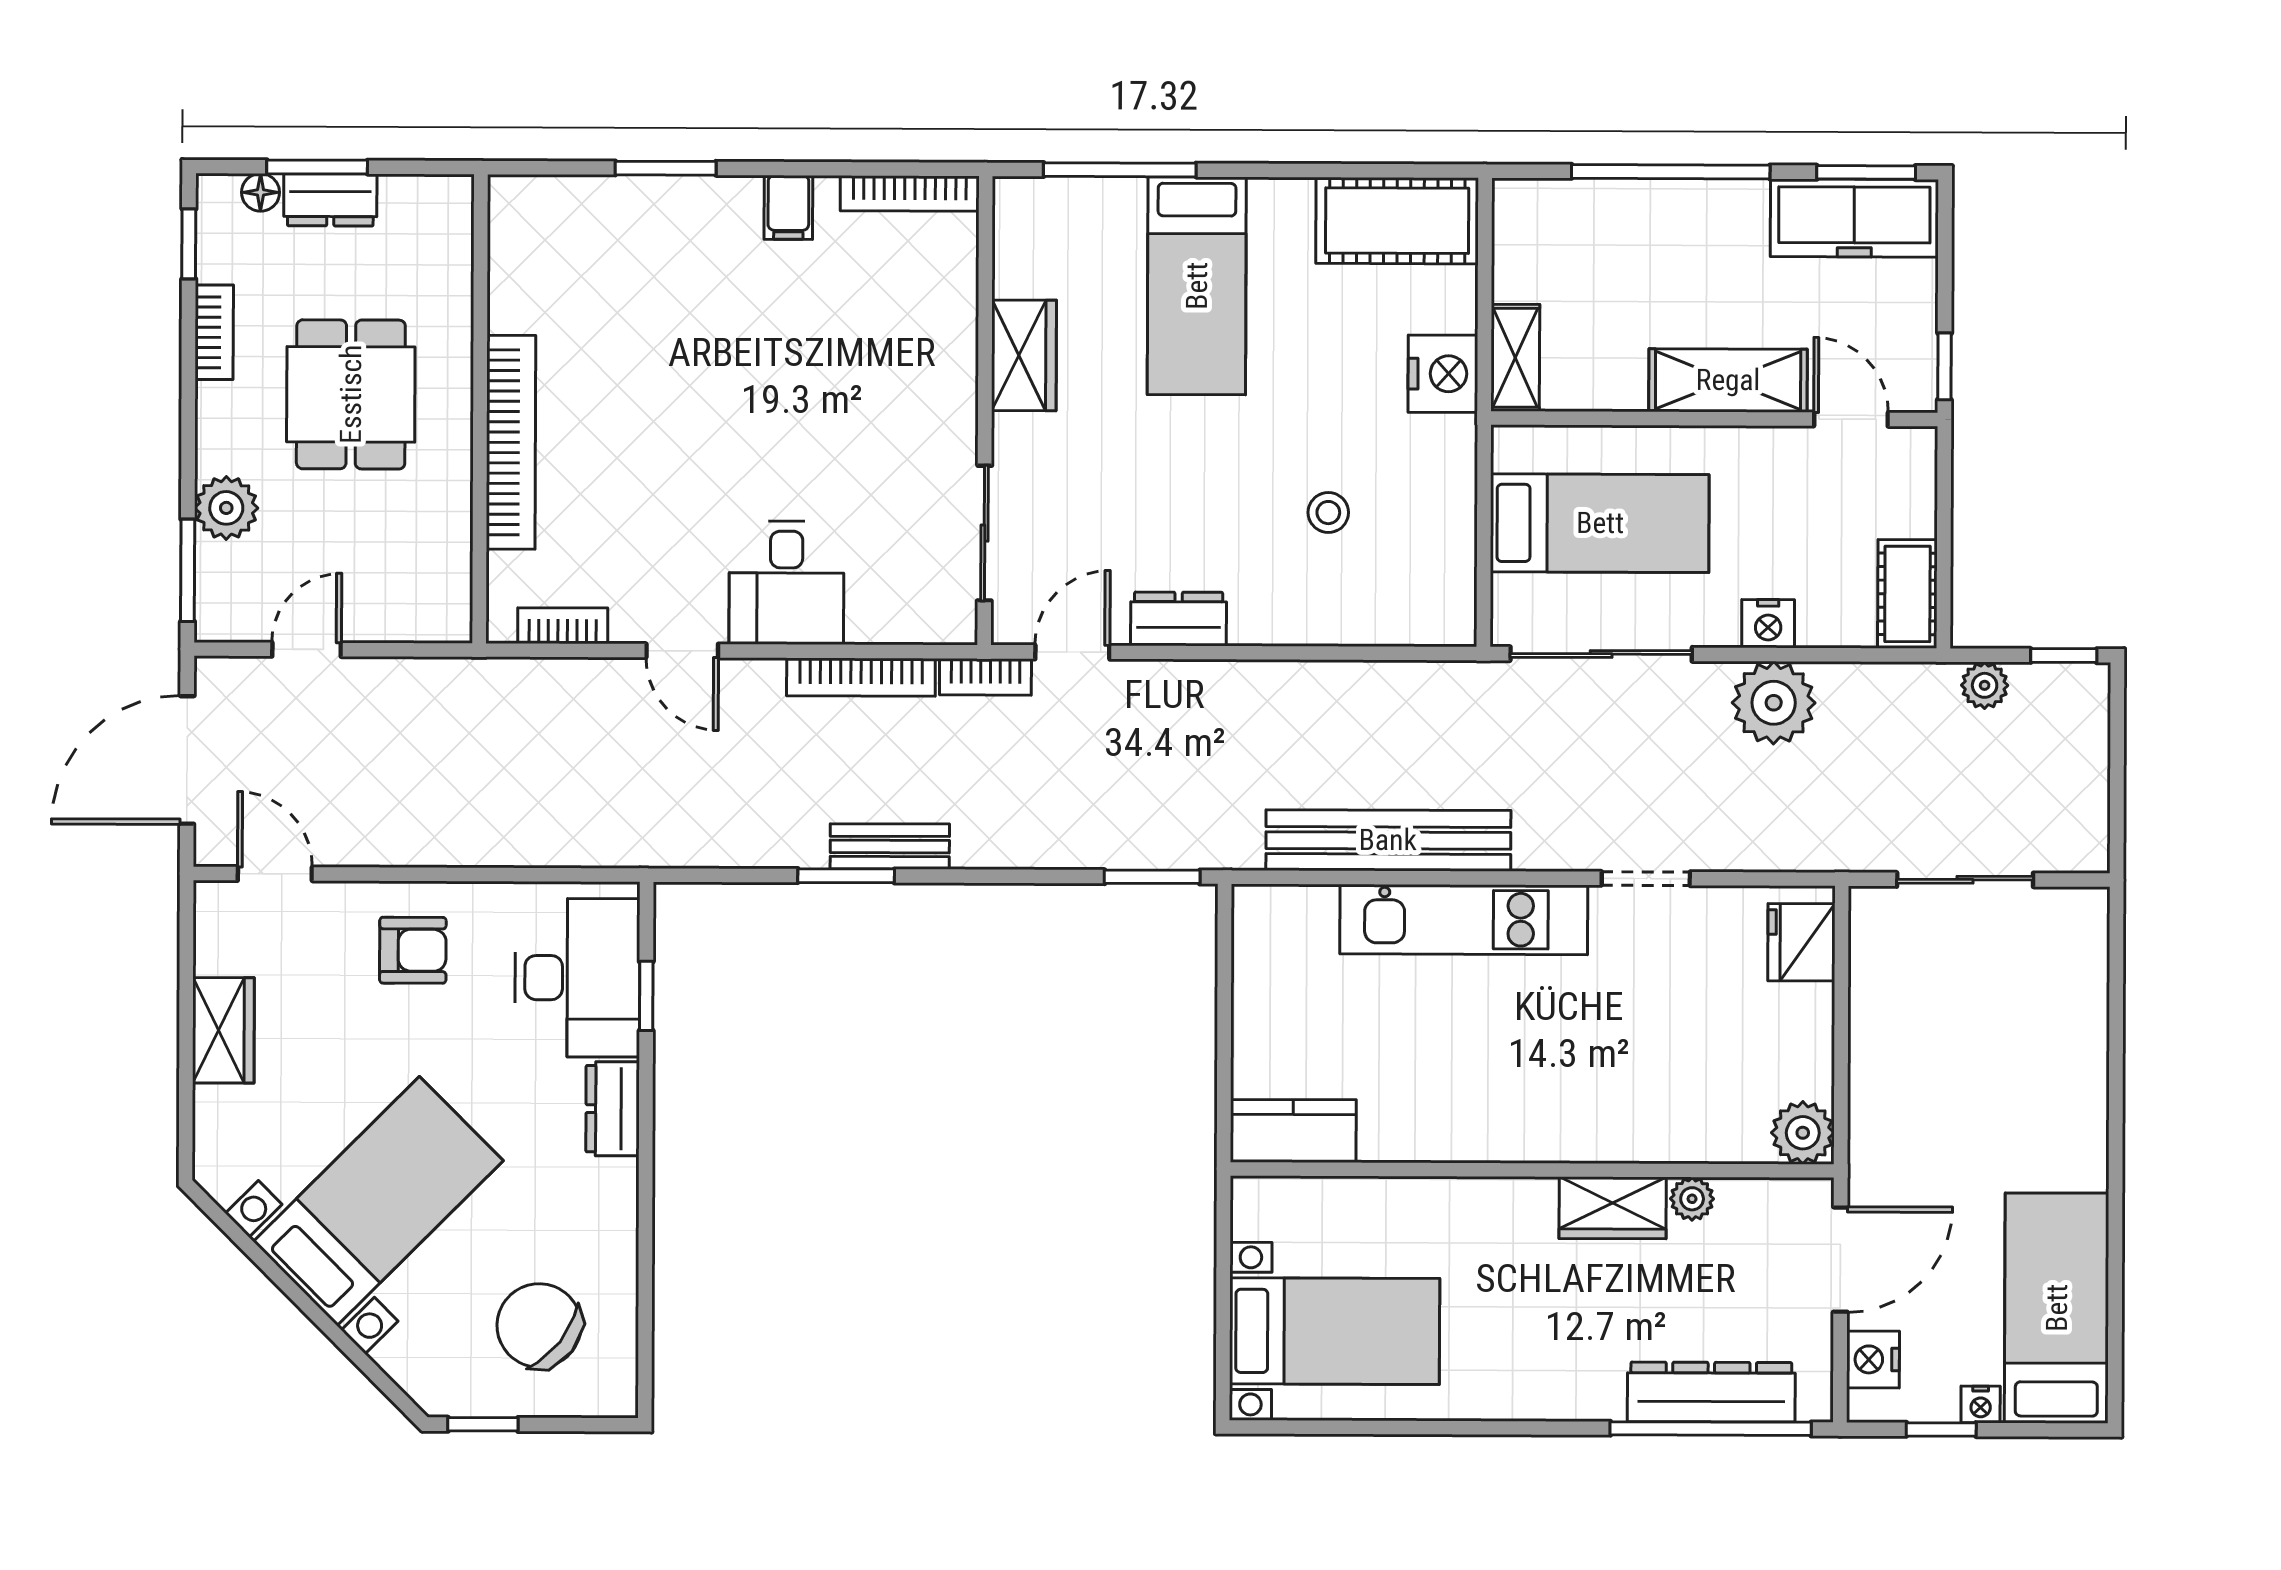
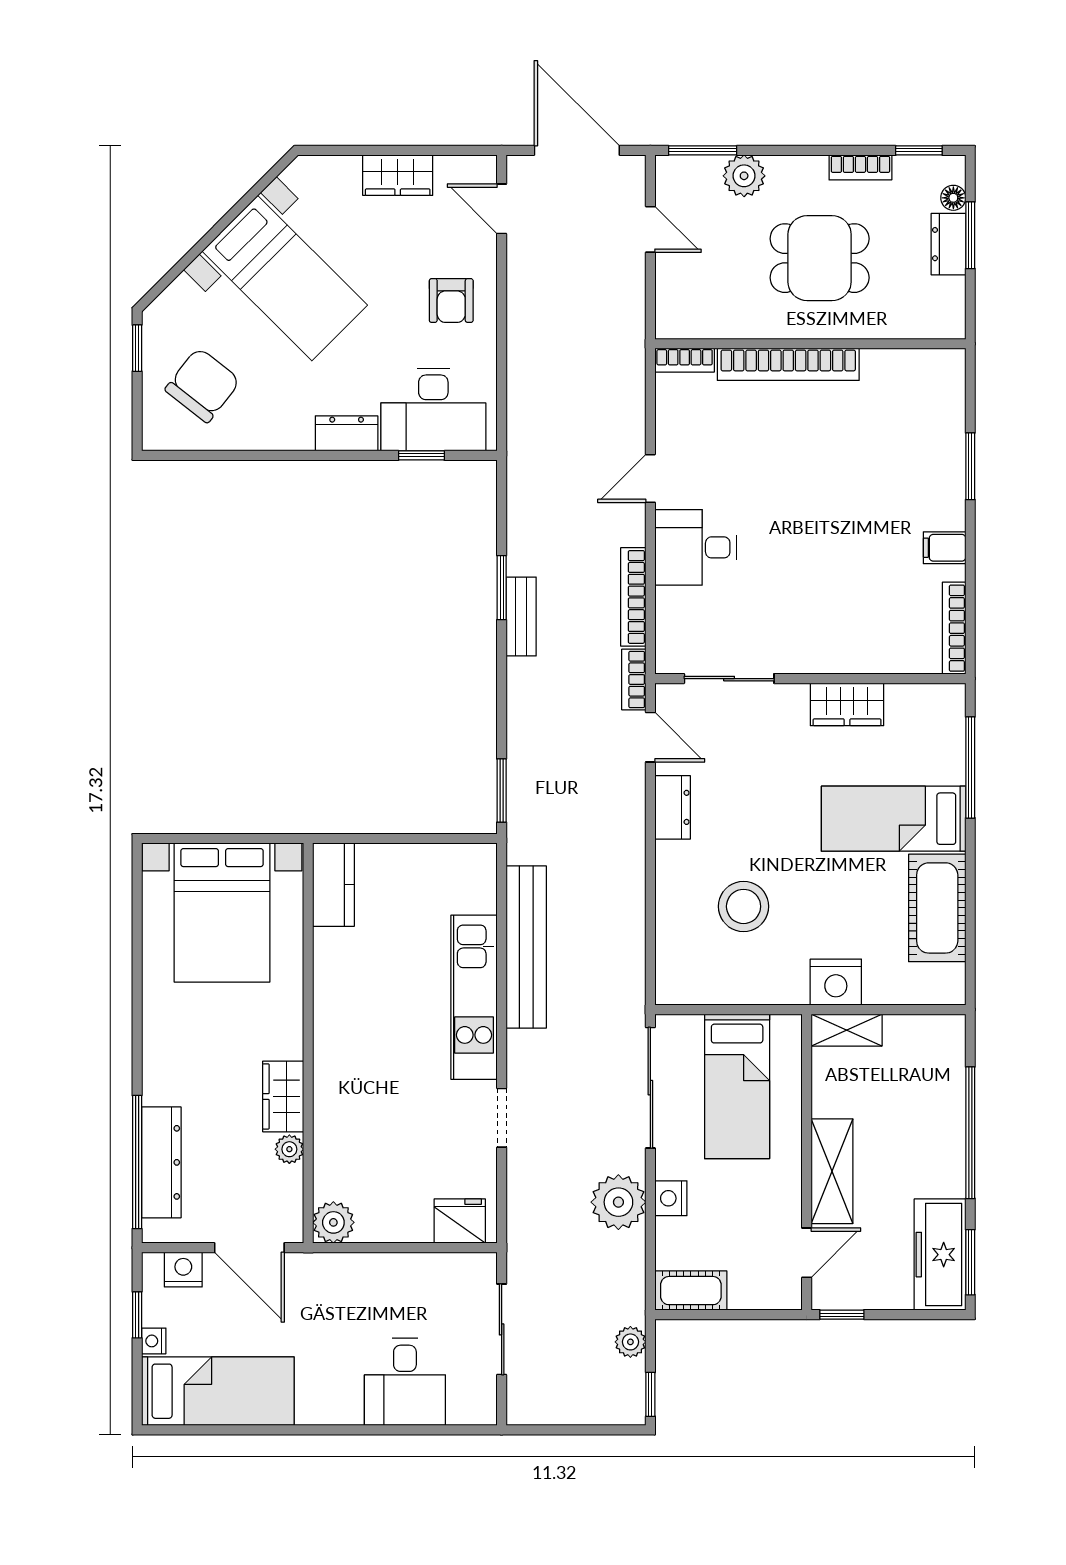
cot: (1397, 221) -> (937, 908), moved
stool: (1328, 513) -> (744, 906), width x1.89, depth x1.89
bookcase: (563, 626) -> (685, 360), moved, turned 90
door: (275, 874) -> (502, 209), swing flipped
desk: (2044, 1026) -> (405, 1382), added
bed with nightstands: (1335, 1331) -> (222, 912), width x1.36

